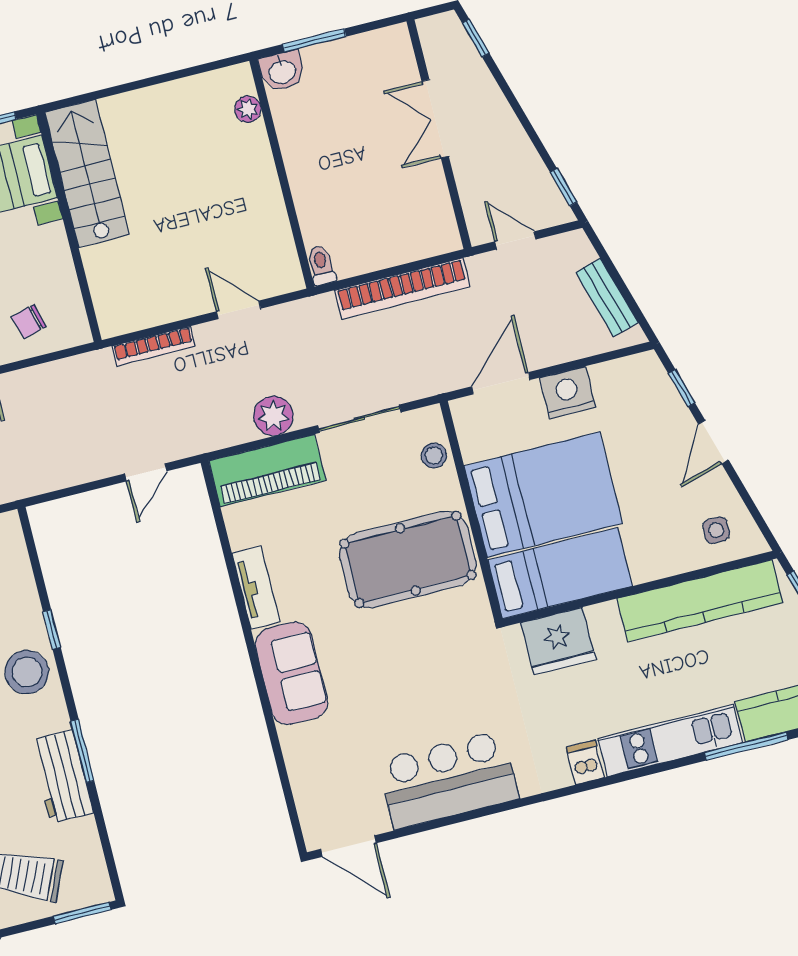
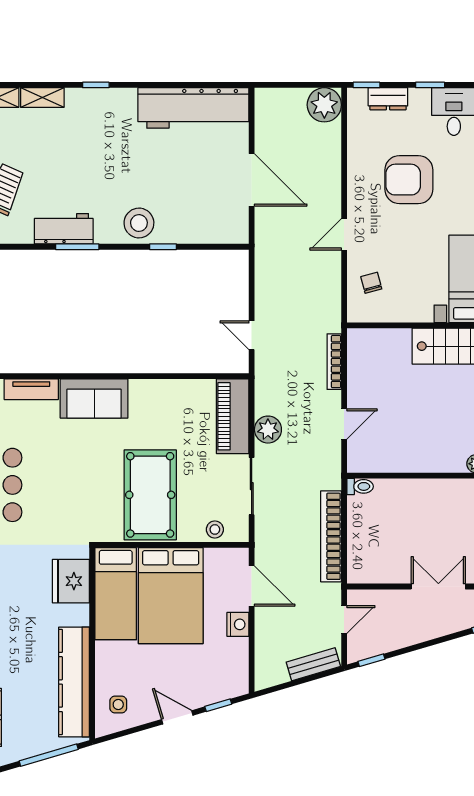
bench: (607, 297) -> (313, 664), moved
nightstand: (567, 393) -> (238, 624), width x0.74, depth x0.75
tv unit: (256, 588) -> (31, 389), moved

